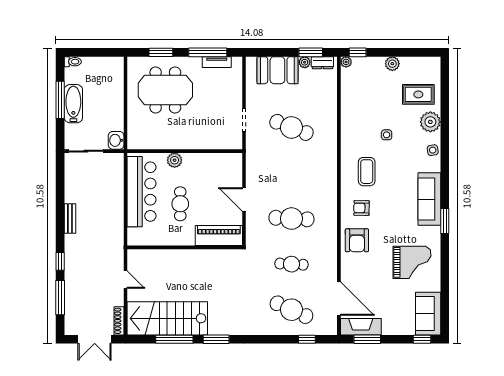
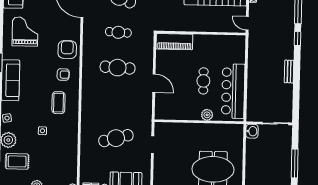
bathtub: (73, 104) -> (284, 160), removed
cafe table: (291, 127) -> (116, 138), turned -36
piano: (219, 236) -> (174, 42), moved
wall: (185, 247) -> (201, 33), moved
grand piano: (412, 262) -> (25, 31), turned 90

